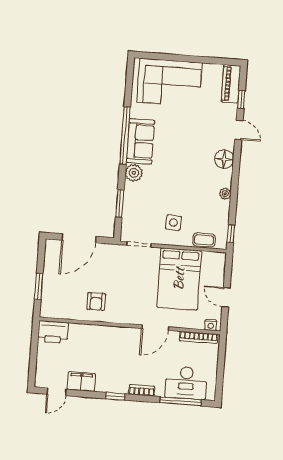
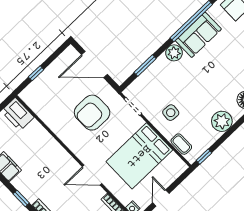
plant: (225, 194) -> (222, 121), width x1.87, depth x1.87
window: (39, 286) -> (36, 73), width x0.67
armchair: (96, 301) -> (92, 113), moved, width x1.88, depth x1.88

